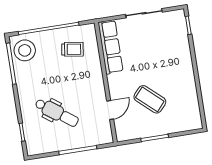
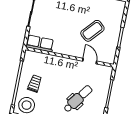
row of seats: (110, 47) -> (40, 44), width x0.68
trolley: (72, 49) -> (35, 84), moved

